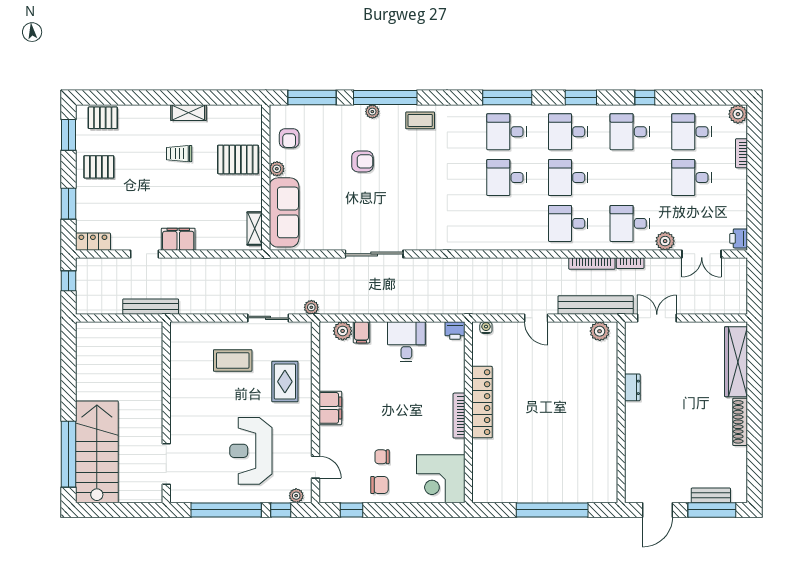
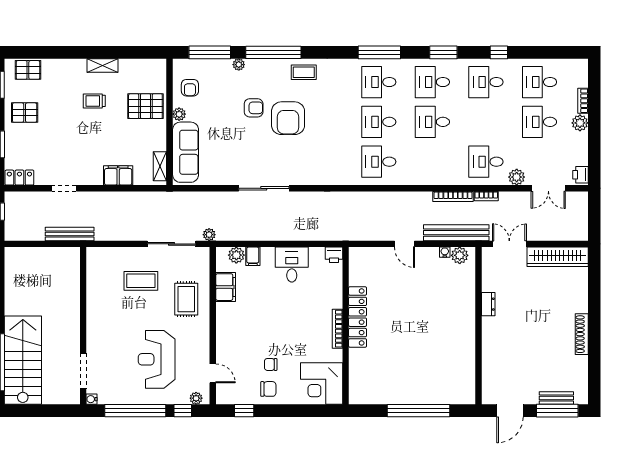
plant: (372, 112) -> (239, 65), moved
plant: (738, 114) -> (580, 123), moved
armchair: (402, 173) -> (288, 118), added
desk: (568, 223) -> (379, 162), moved
filing cabinet: (178, 239) -> (118, 175), moved
sliding door: (268, 318) -> (172, 244), width x1.37
water cooler: (486, 328) -> (445, 252), moved
wardrobe: (736, 362) -> (558, 257), moved, turned -90
filing cabinet: (330, 408) -> (226, 287), moved
water cooler: (176, 497) -> (92, 399), added

